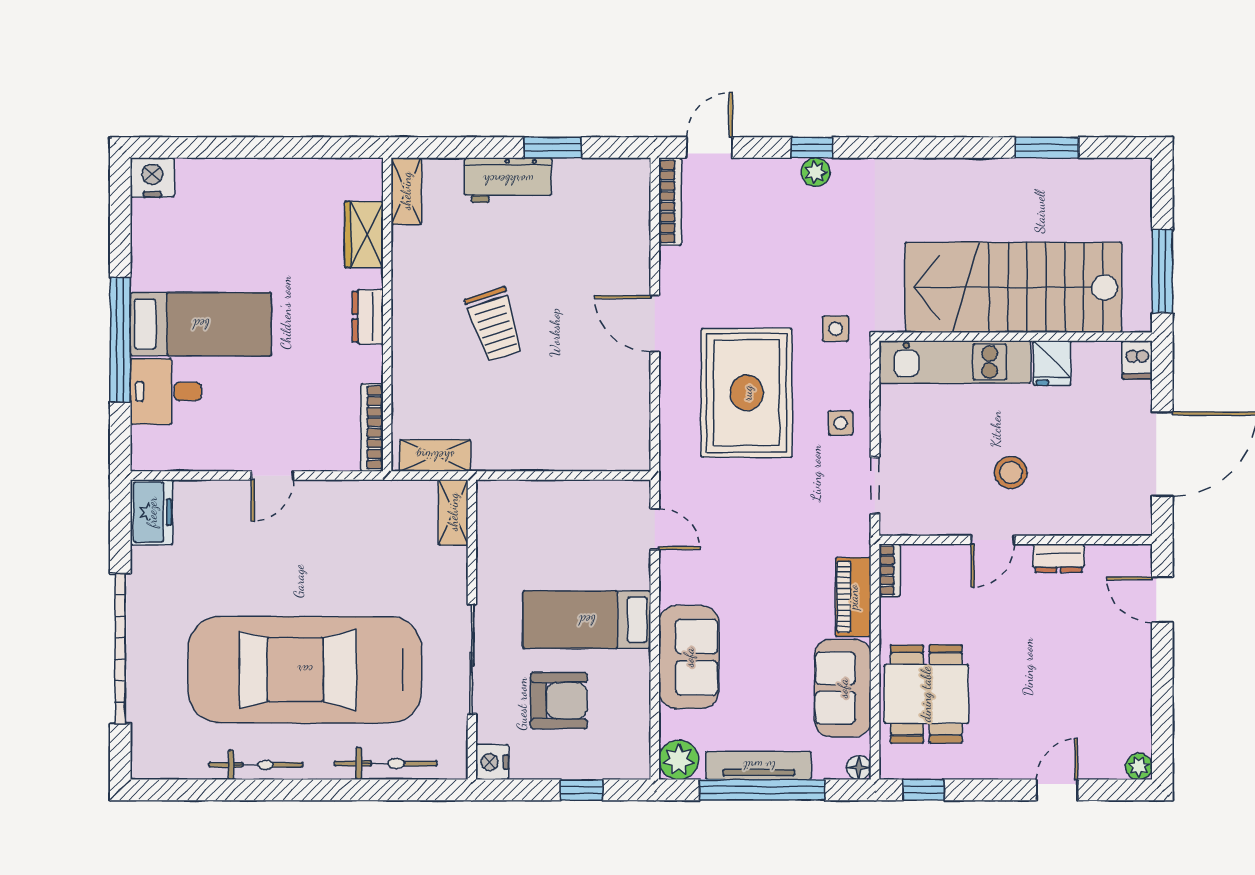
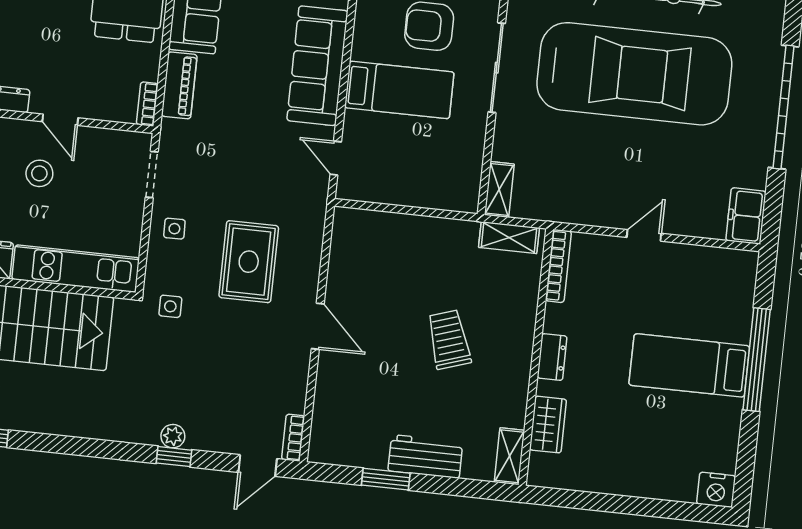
bookcase: (670, 202) -> (293, 438), width x0.64
desk: (166, 391) -> (724, 313), removed
rug: (747, 393) -> (249, 262), width x0.73, depth x0.69
door: (993, 540) -> (60, 120), swing flipped
sofa: (689, 657) -> (317, 66), width x1.36

